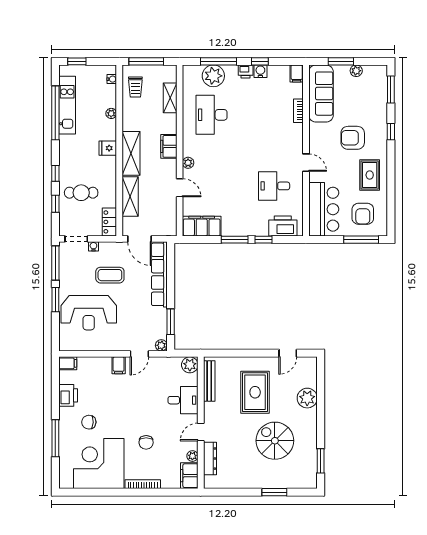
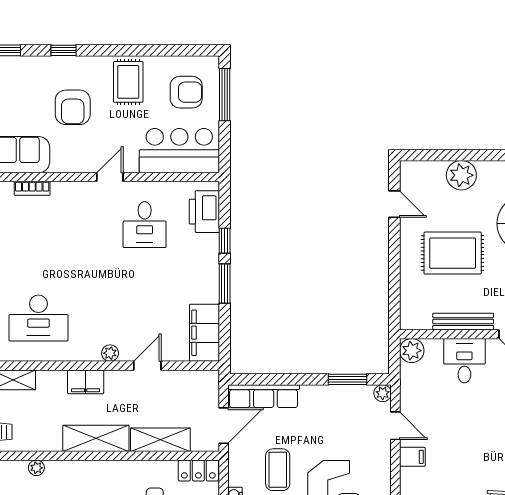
fridge: (108, 148) -> (88, 473), removed
rug: (370, 175) -> (128, 82), turned 90
row of seats: (159, 274) -> (264, 396), width x0.73
bench: (209, 381) -> (463, 322), moved

